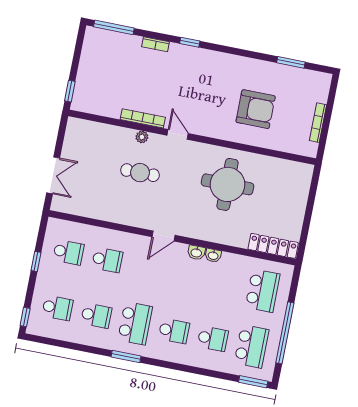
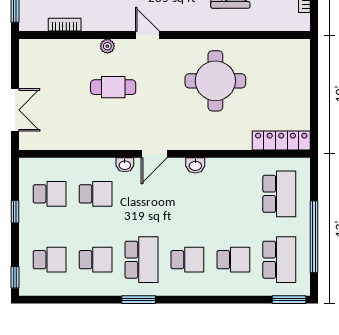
bookcase: (143, 118) -> (65, 25), moved, width x0.64
washbasin: (213, 255) -> (125, 165), moved

